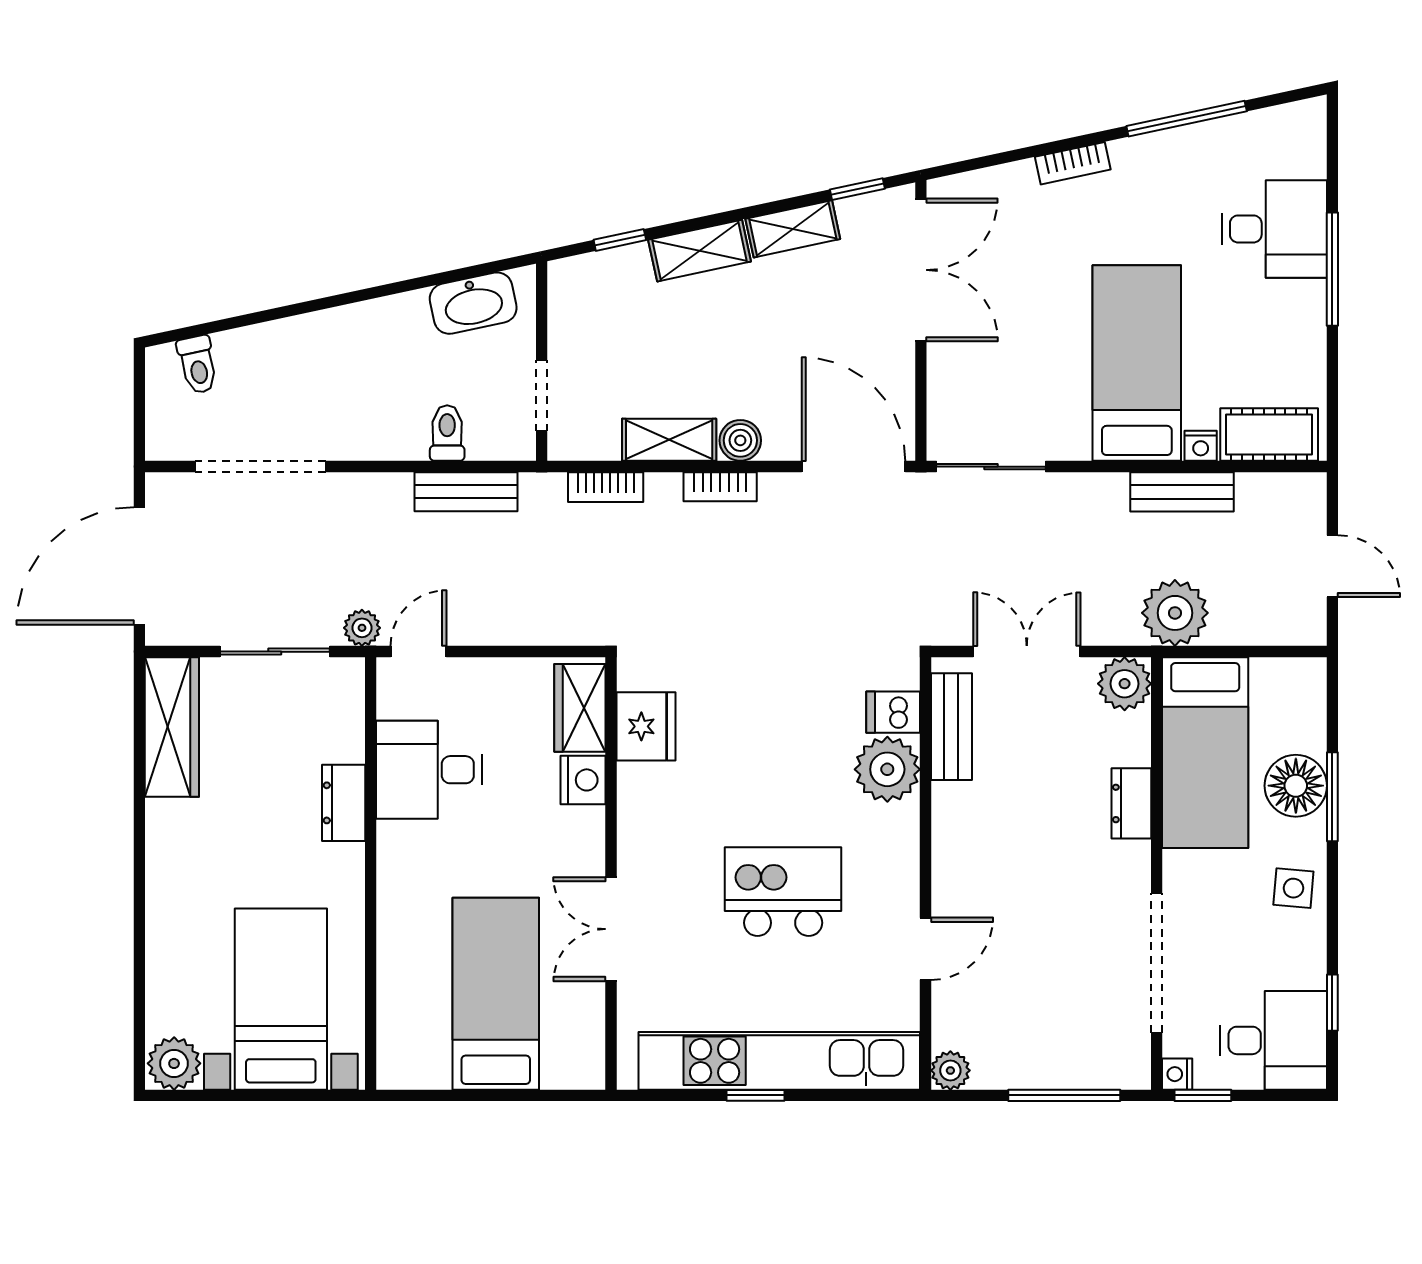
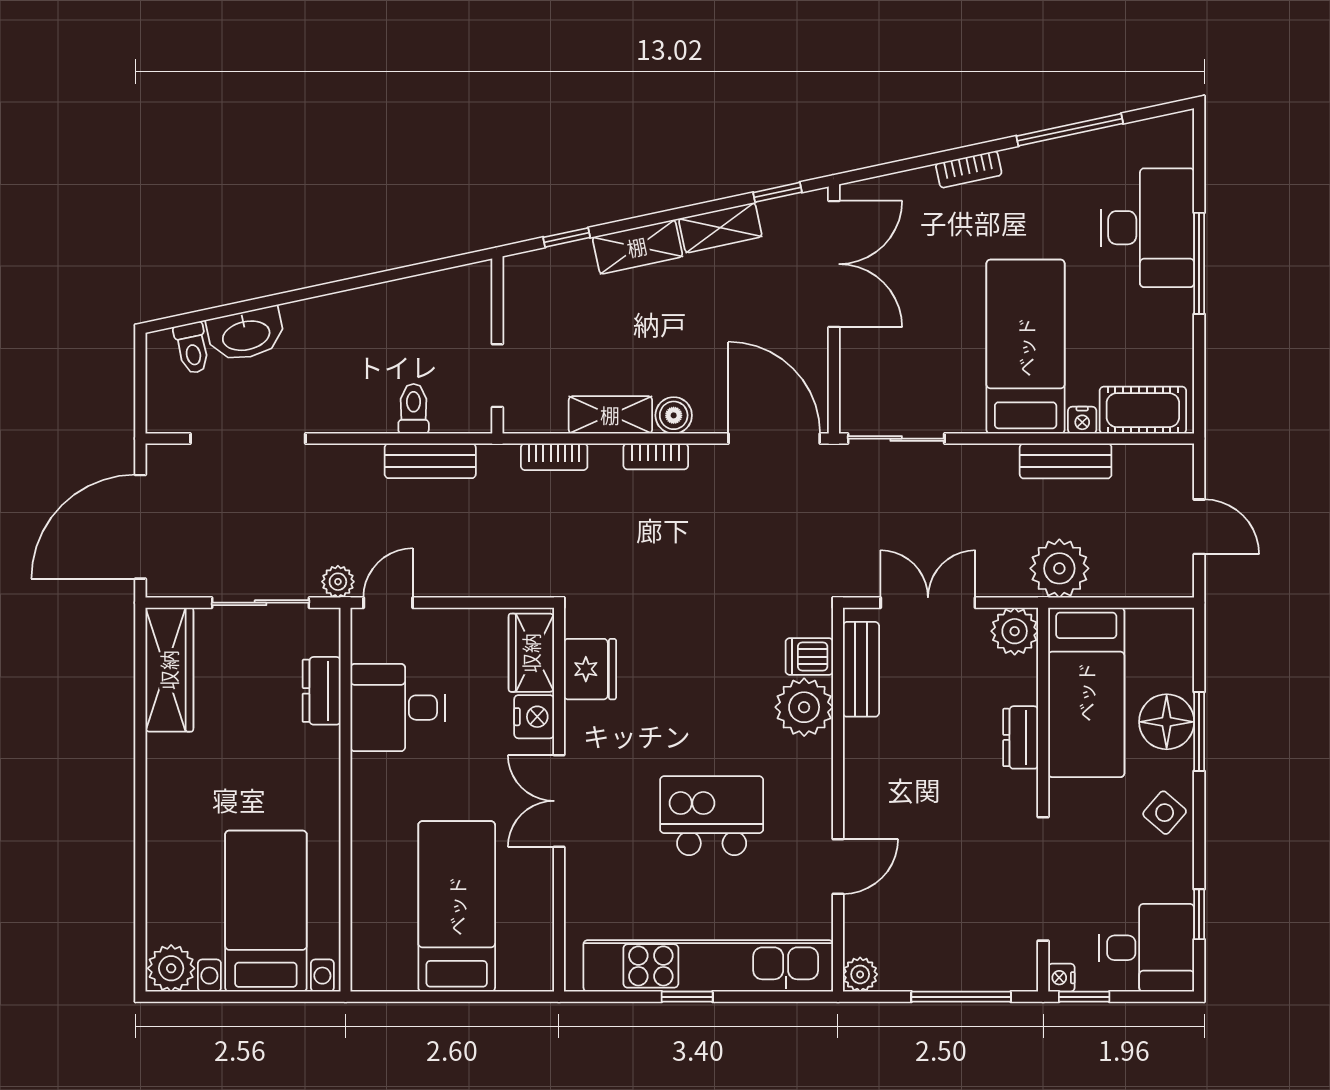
desk: (1274, 229) -> (1147, 228), width x1.37
washbasin: (473, 303) -> (246, 334), moved
dresser: (344, 803) -> (322, 691), moved
side table: (1293, 888) -> (1165, 813), turned 36
double door: (611, 929) -> (559, 801), moved

